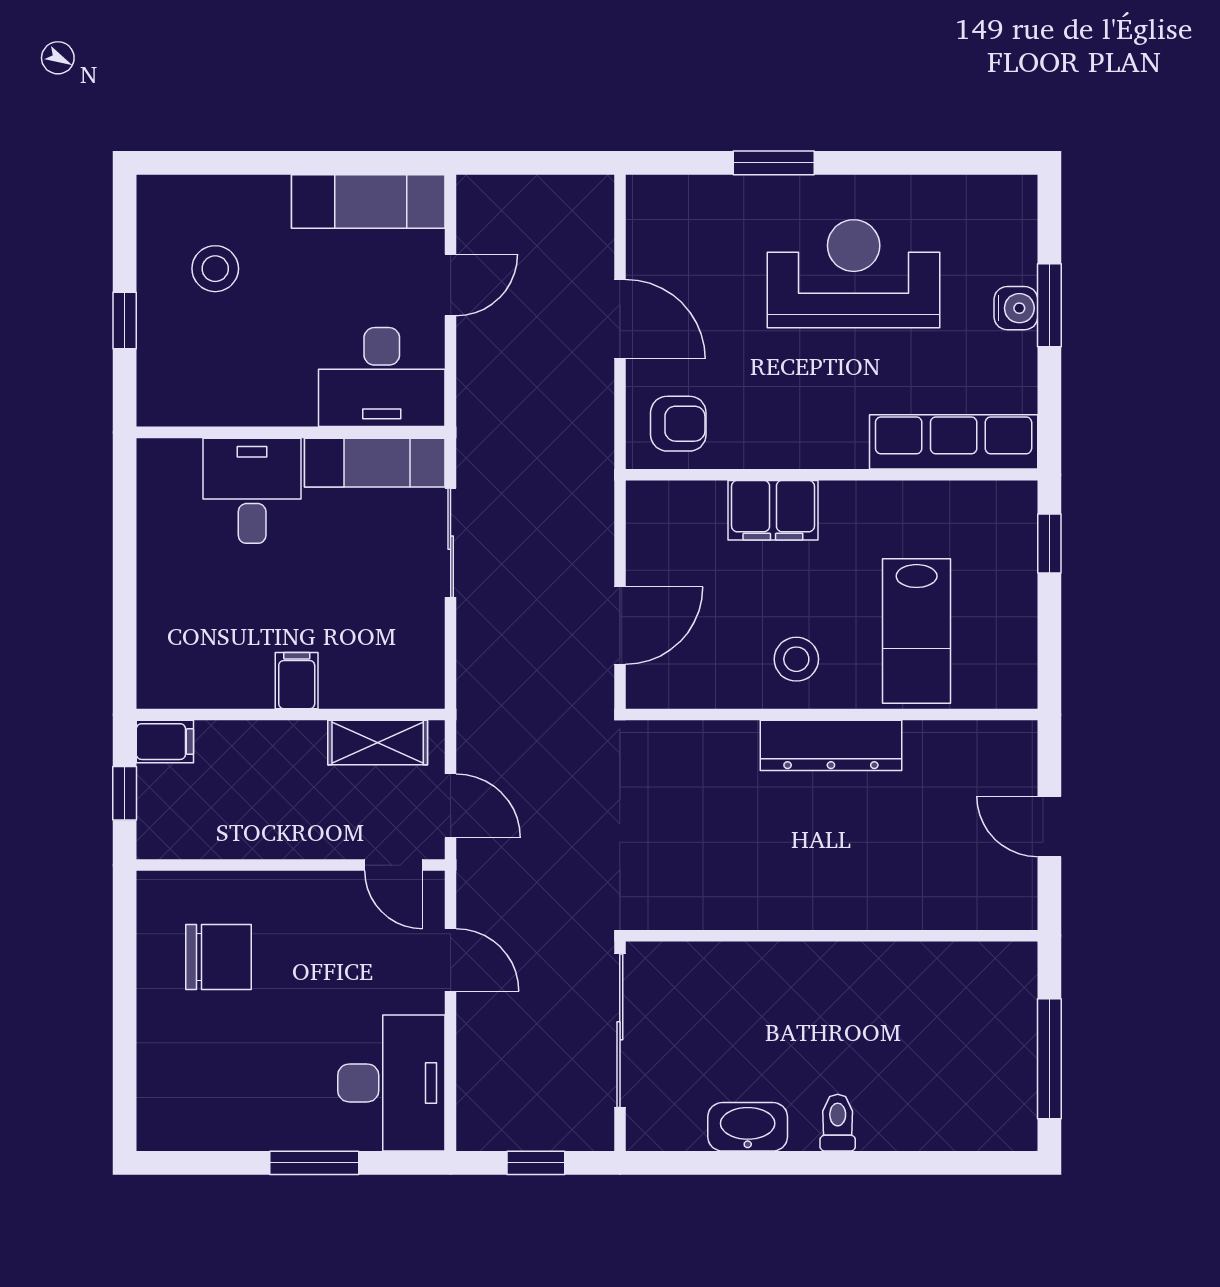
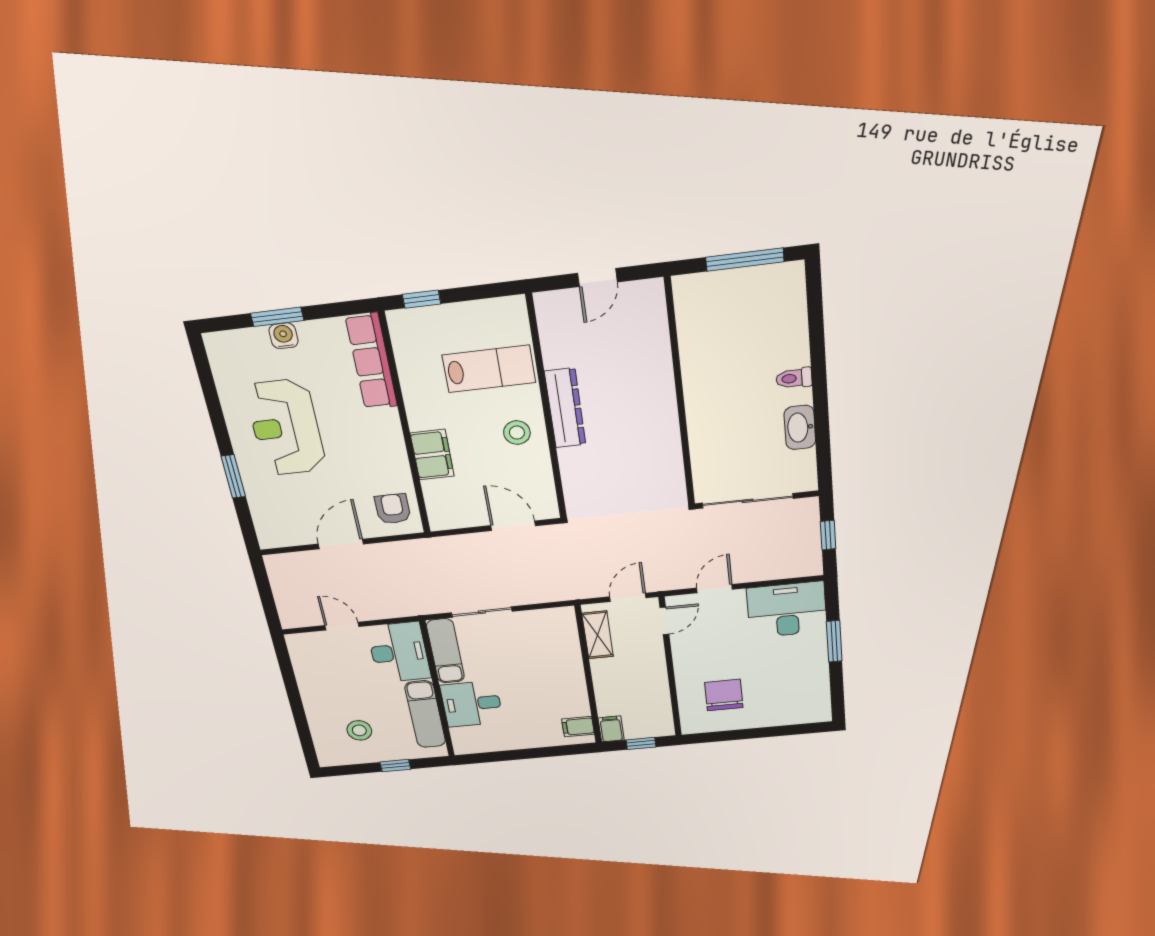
exam couch: (368, 201) -> (425, 714), moved, turned 180
filing cabinet: (297, 681) -> (578, 727), moved

